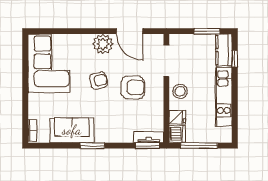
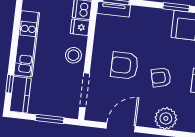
door: (130, 31) -> (121, 127), hinge flipped
window: (207, 31) -> (50, 119), moved
plant: (103, 44) -> (166, 118), moved

